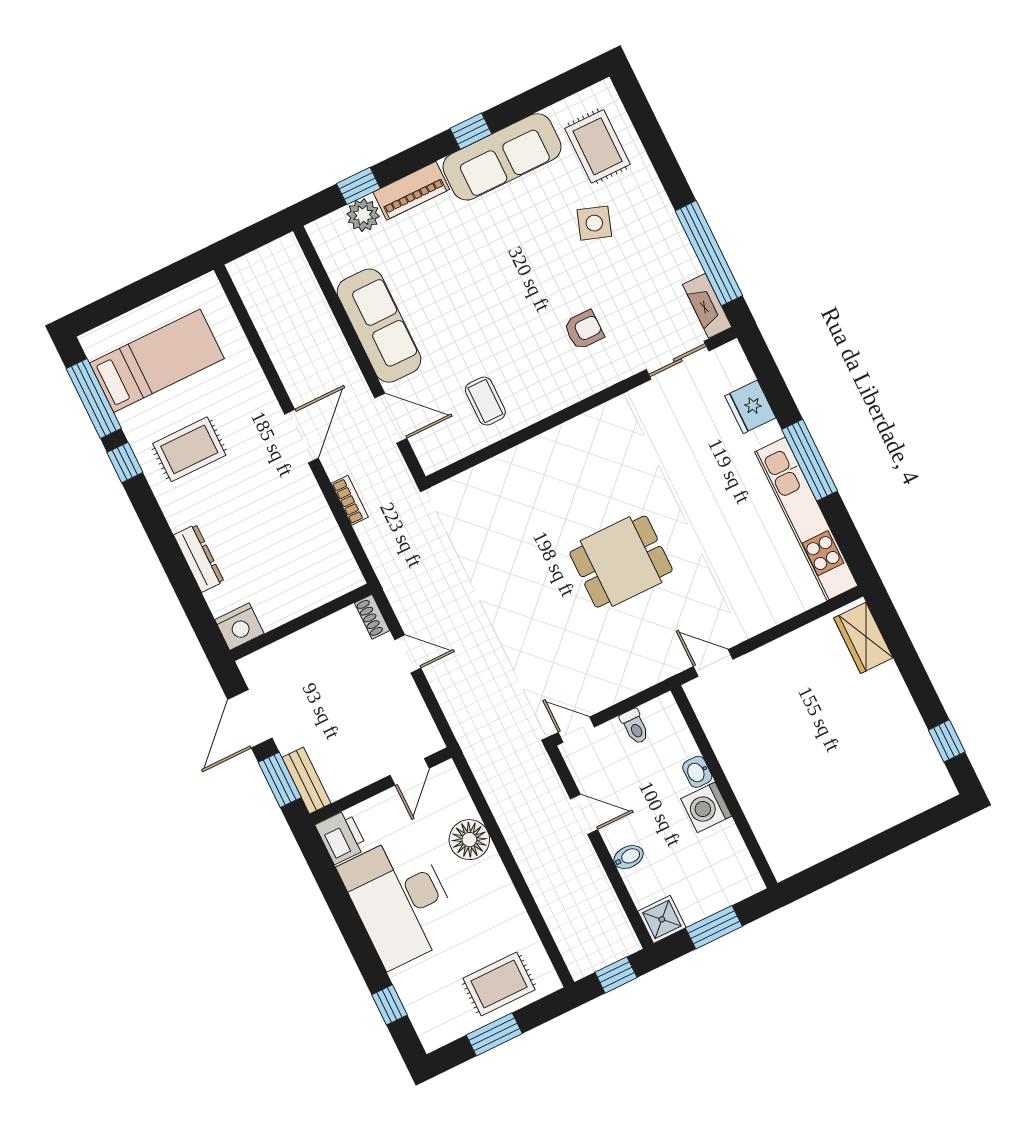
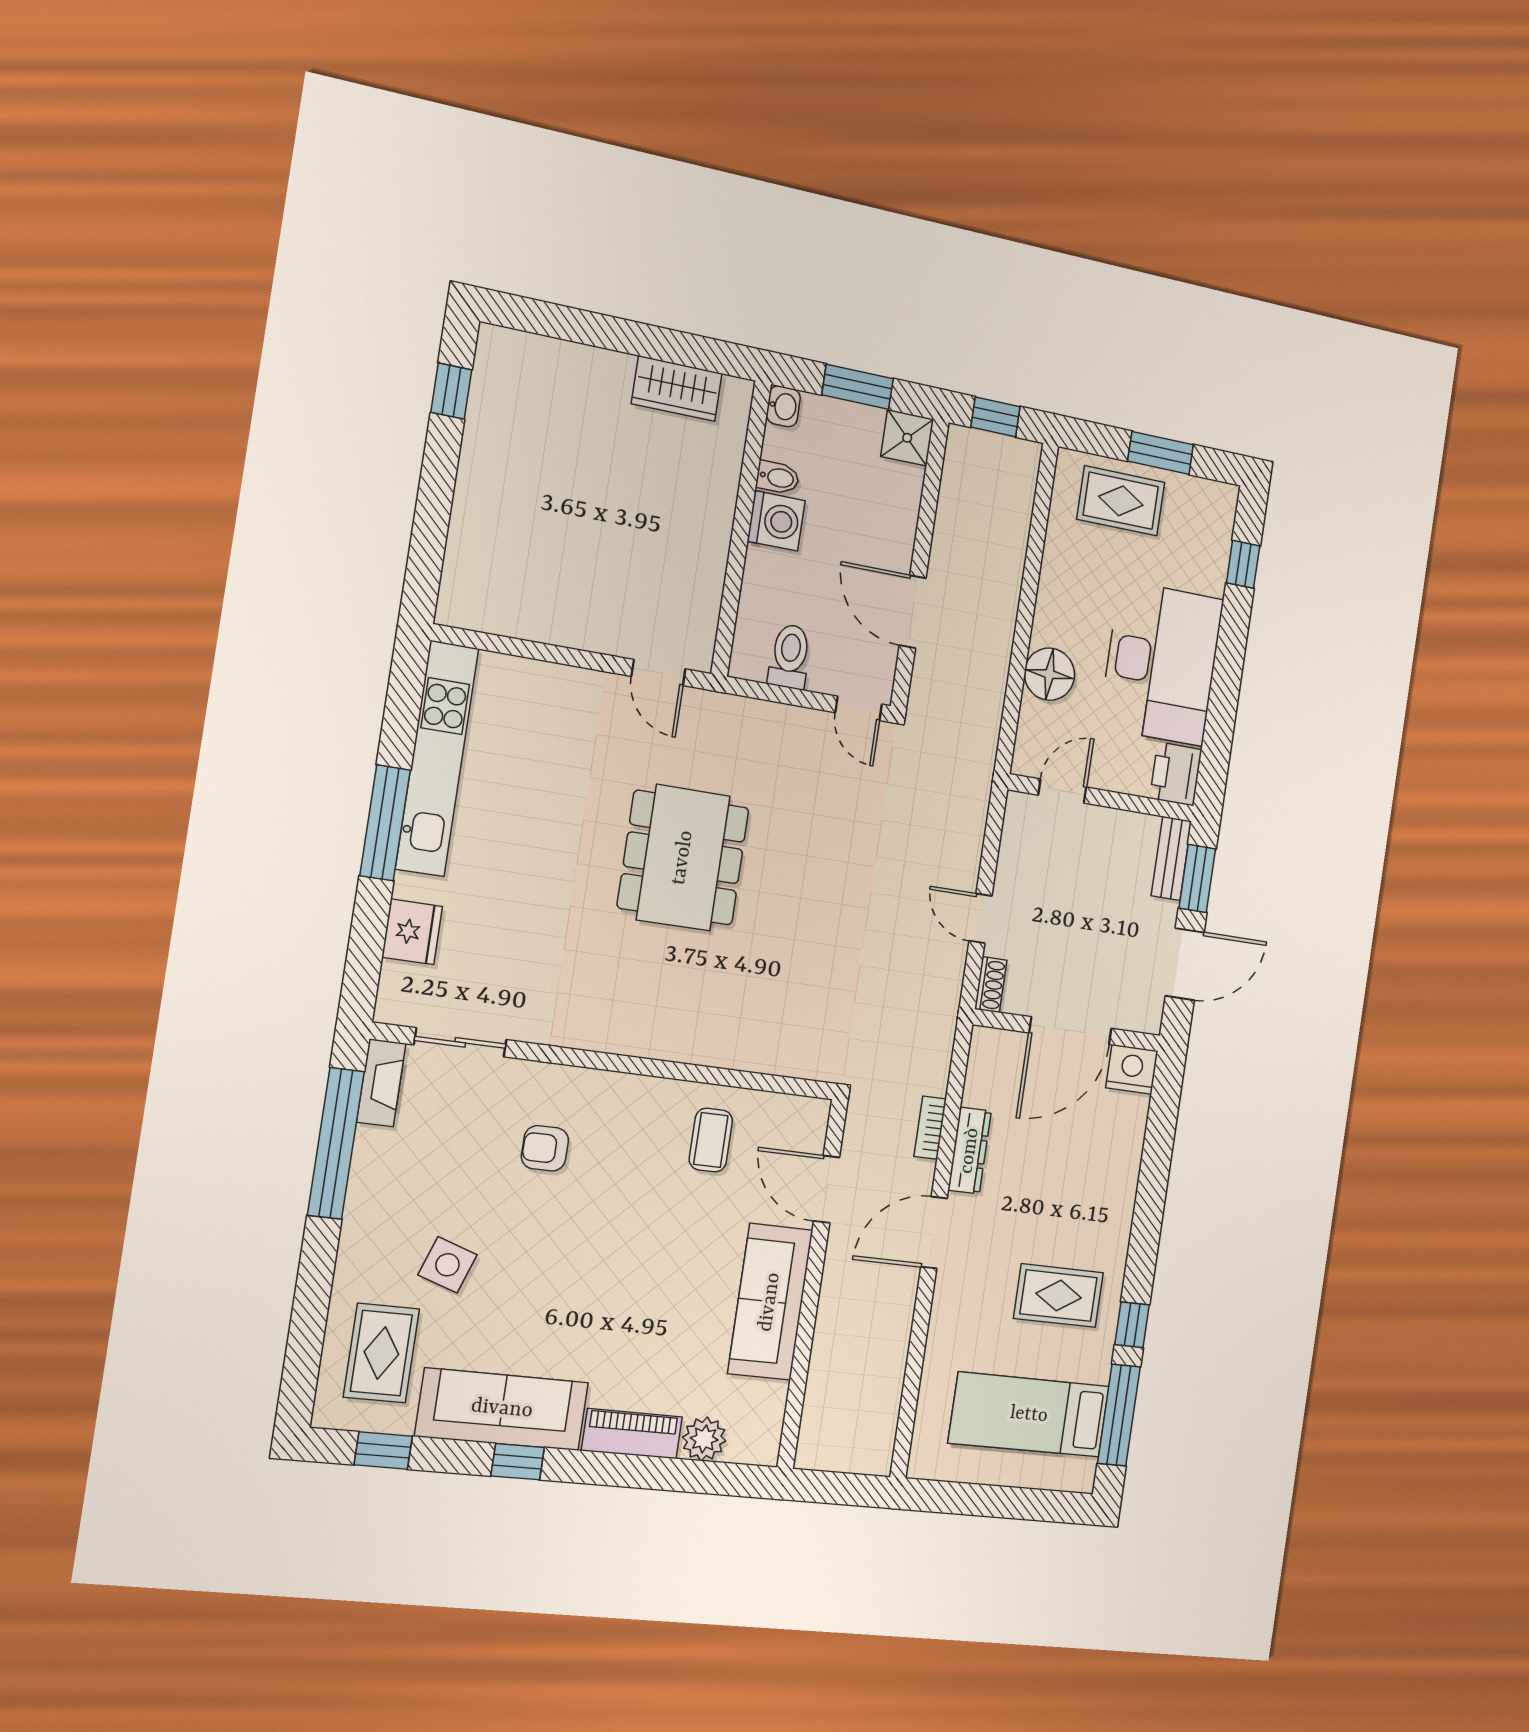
window: (358, 186) -> (383, 1451), moved
dresser: (199, 558) -> (970, 1151), moved, turned 180
dining table: (621, 562) -> (683, 858), width x1.37
door: (299, 623) -> (1070, 1031), added
wardrobe: (863, 638) -> (677, 389), moved, turned 90
toilet: (635, 726) -> (790, 656), width x1.37, depth x1.39
washbasin: (697, 772) -> (783, 406), moved
door: (584, 814) -> (913, 612), width x1.37
bidet: (628, 857) -> (778, 478), moved, turned 180

